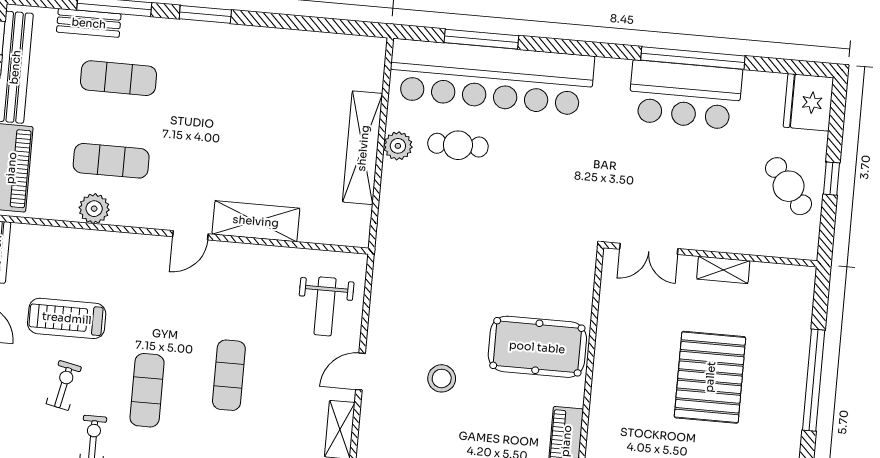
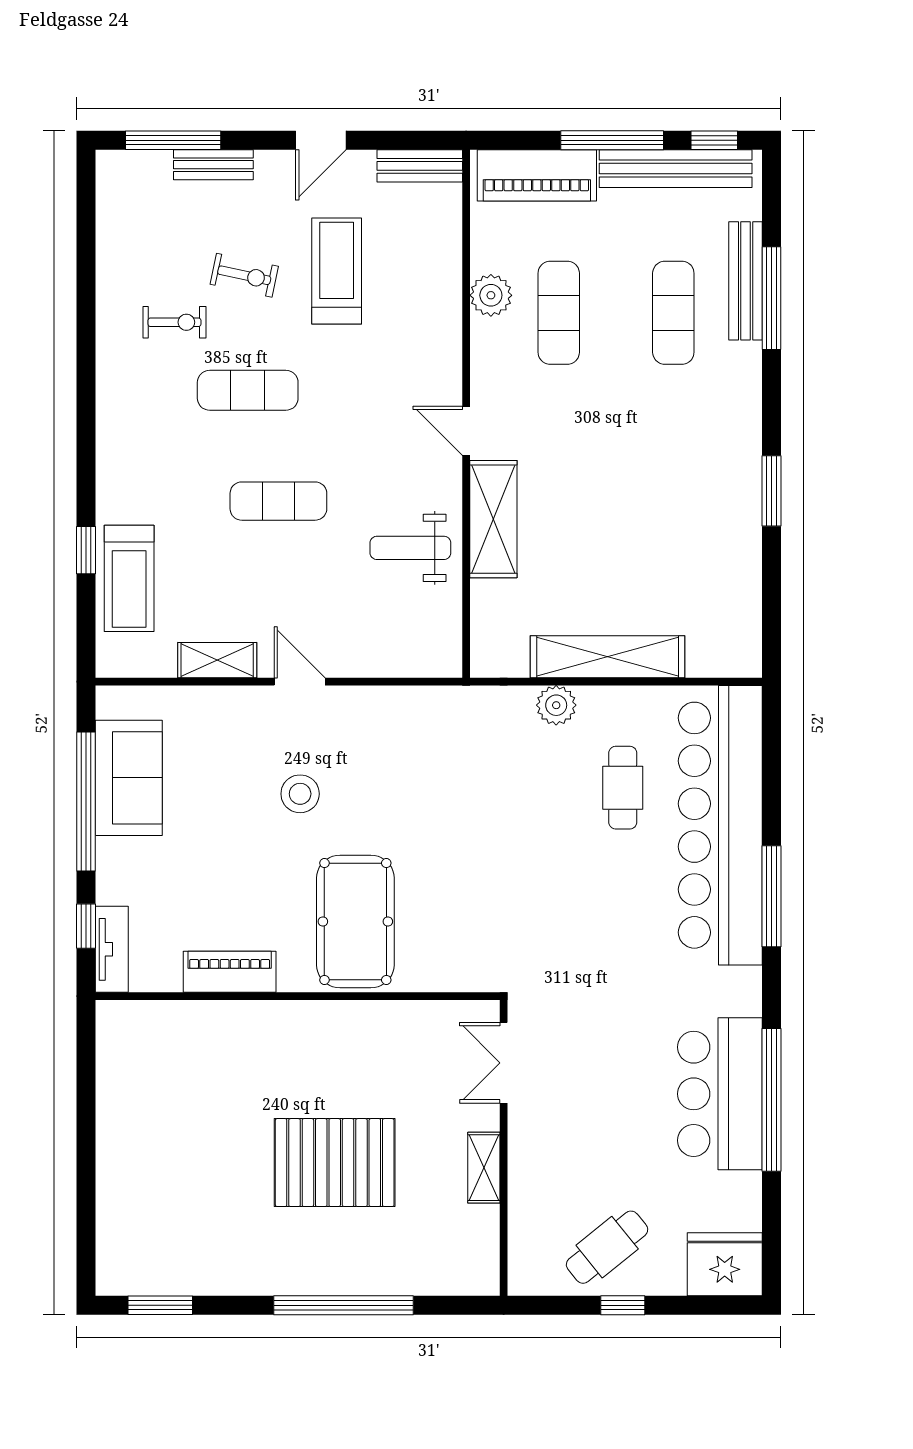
window: (205, 14) -> (771, 491), moved
bench: (89, 23) -> (746, 281), width x1.36
window: (481, 39) -> (771, 896), moved
plant: (398, 146) -> (556, 705), moved
weight bench: (325, 306) -> (410, 548), moved

